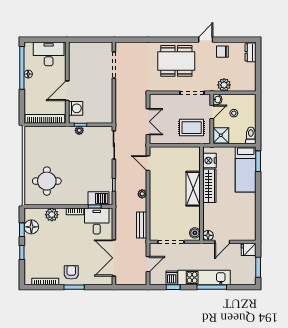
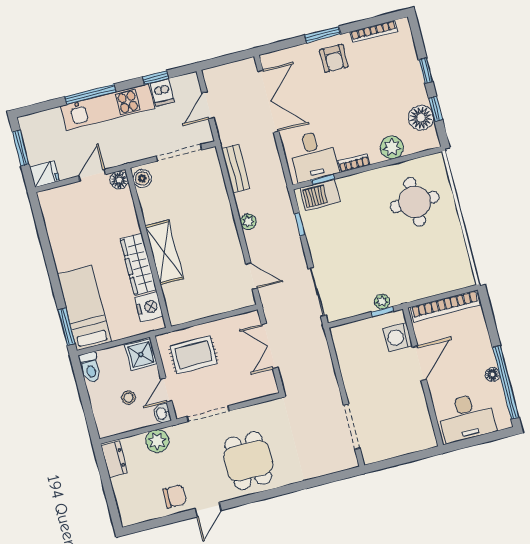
dresser: (251, 52) -> (114, 459), moved
dining table: (176, 61) -> (248, 461), width x0.73

